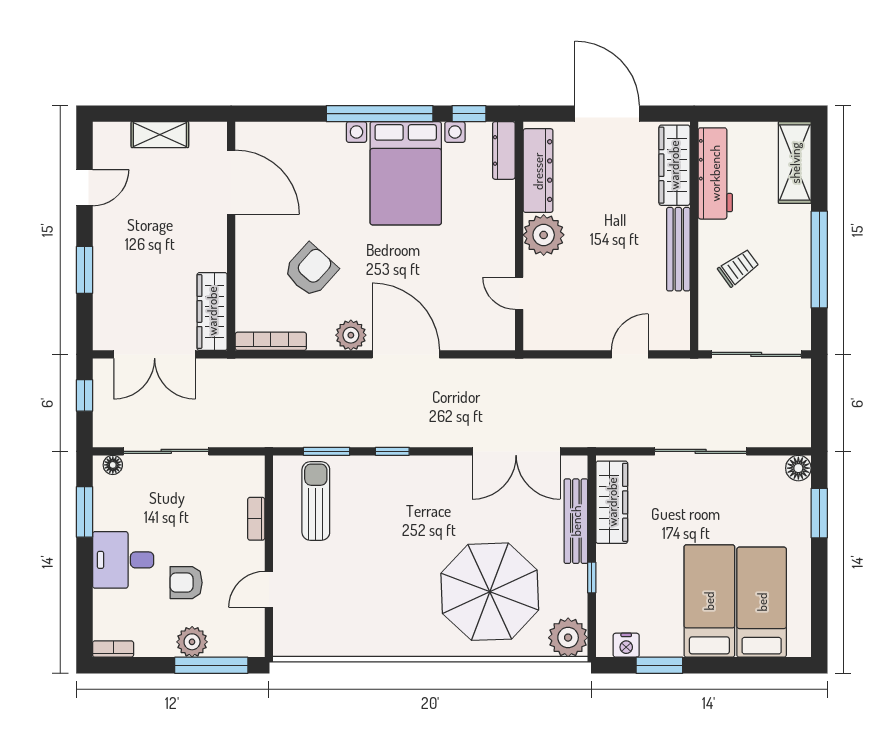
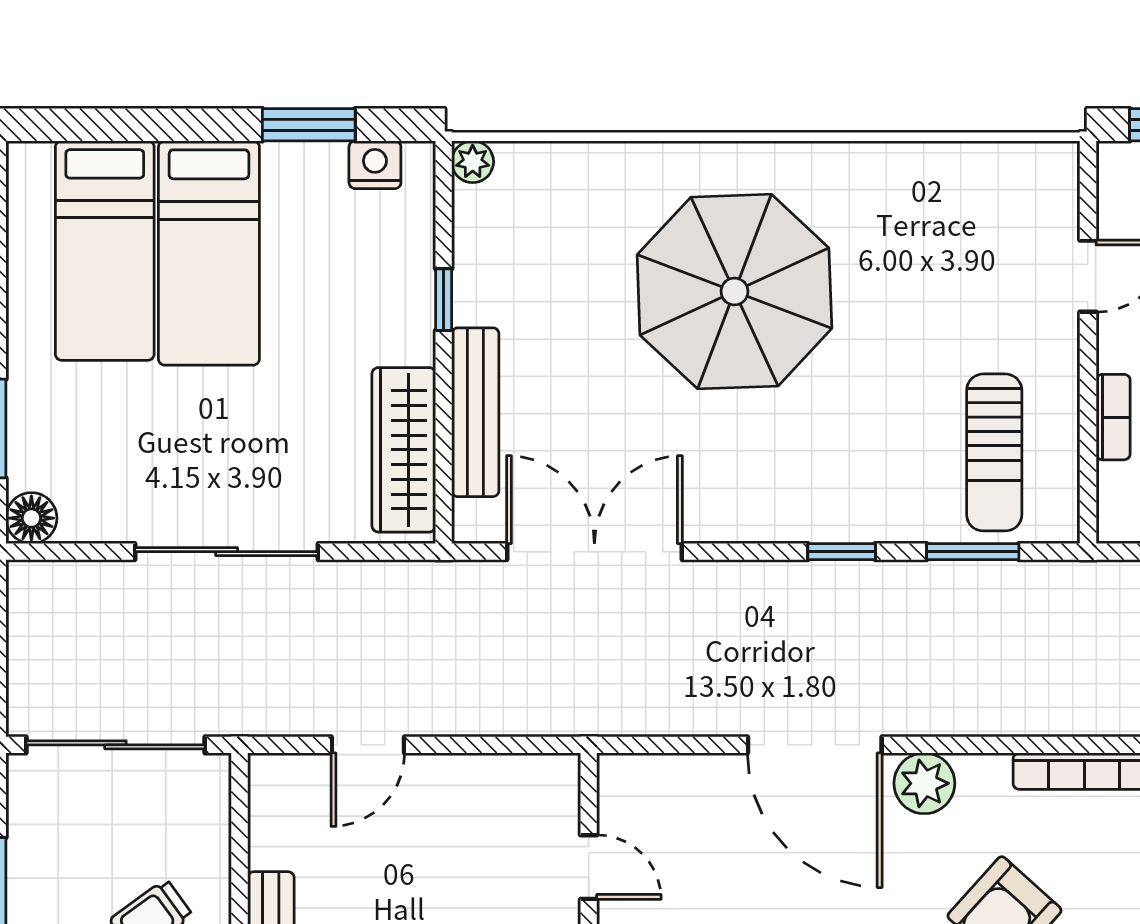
parasol: (490, 592) -> (734, 292), moved
plant: (568, 638) -> (473, 162), width x0.53, depth x0.53

